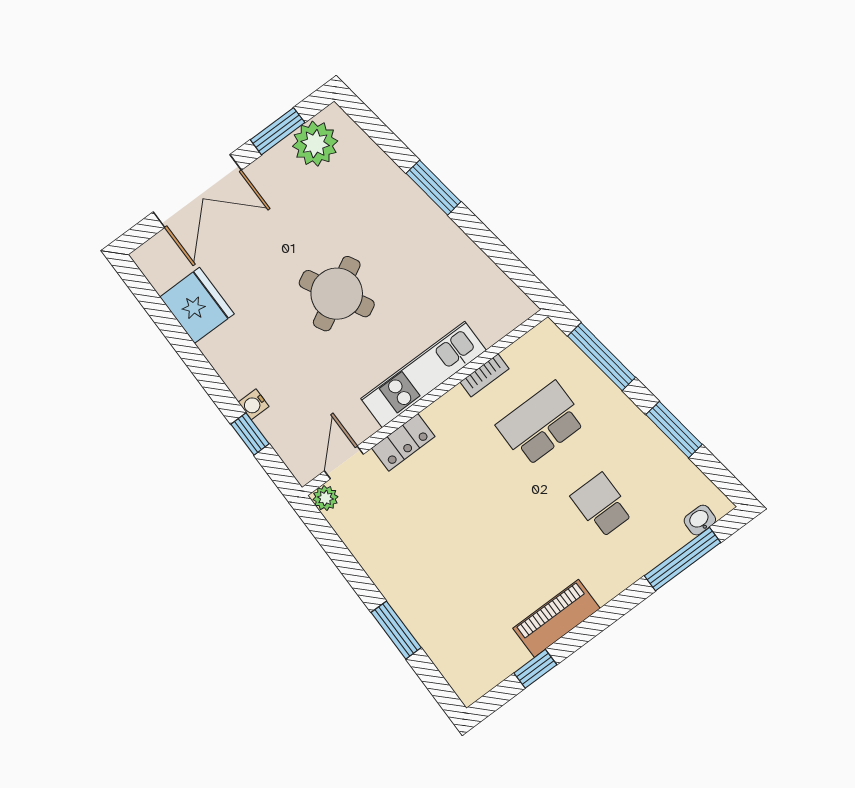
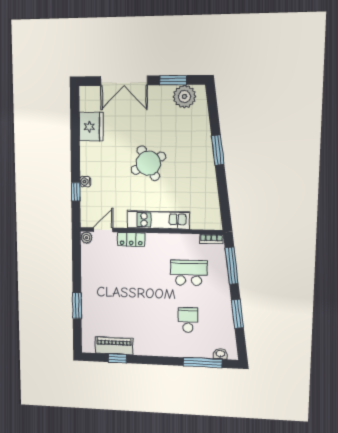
bookcase: (485, 375) -> (211, 239), moved
piano: (556, 618) -> (114, 346), moved

